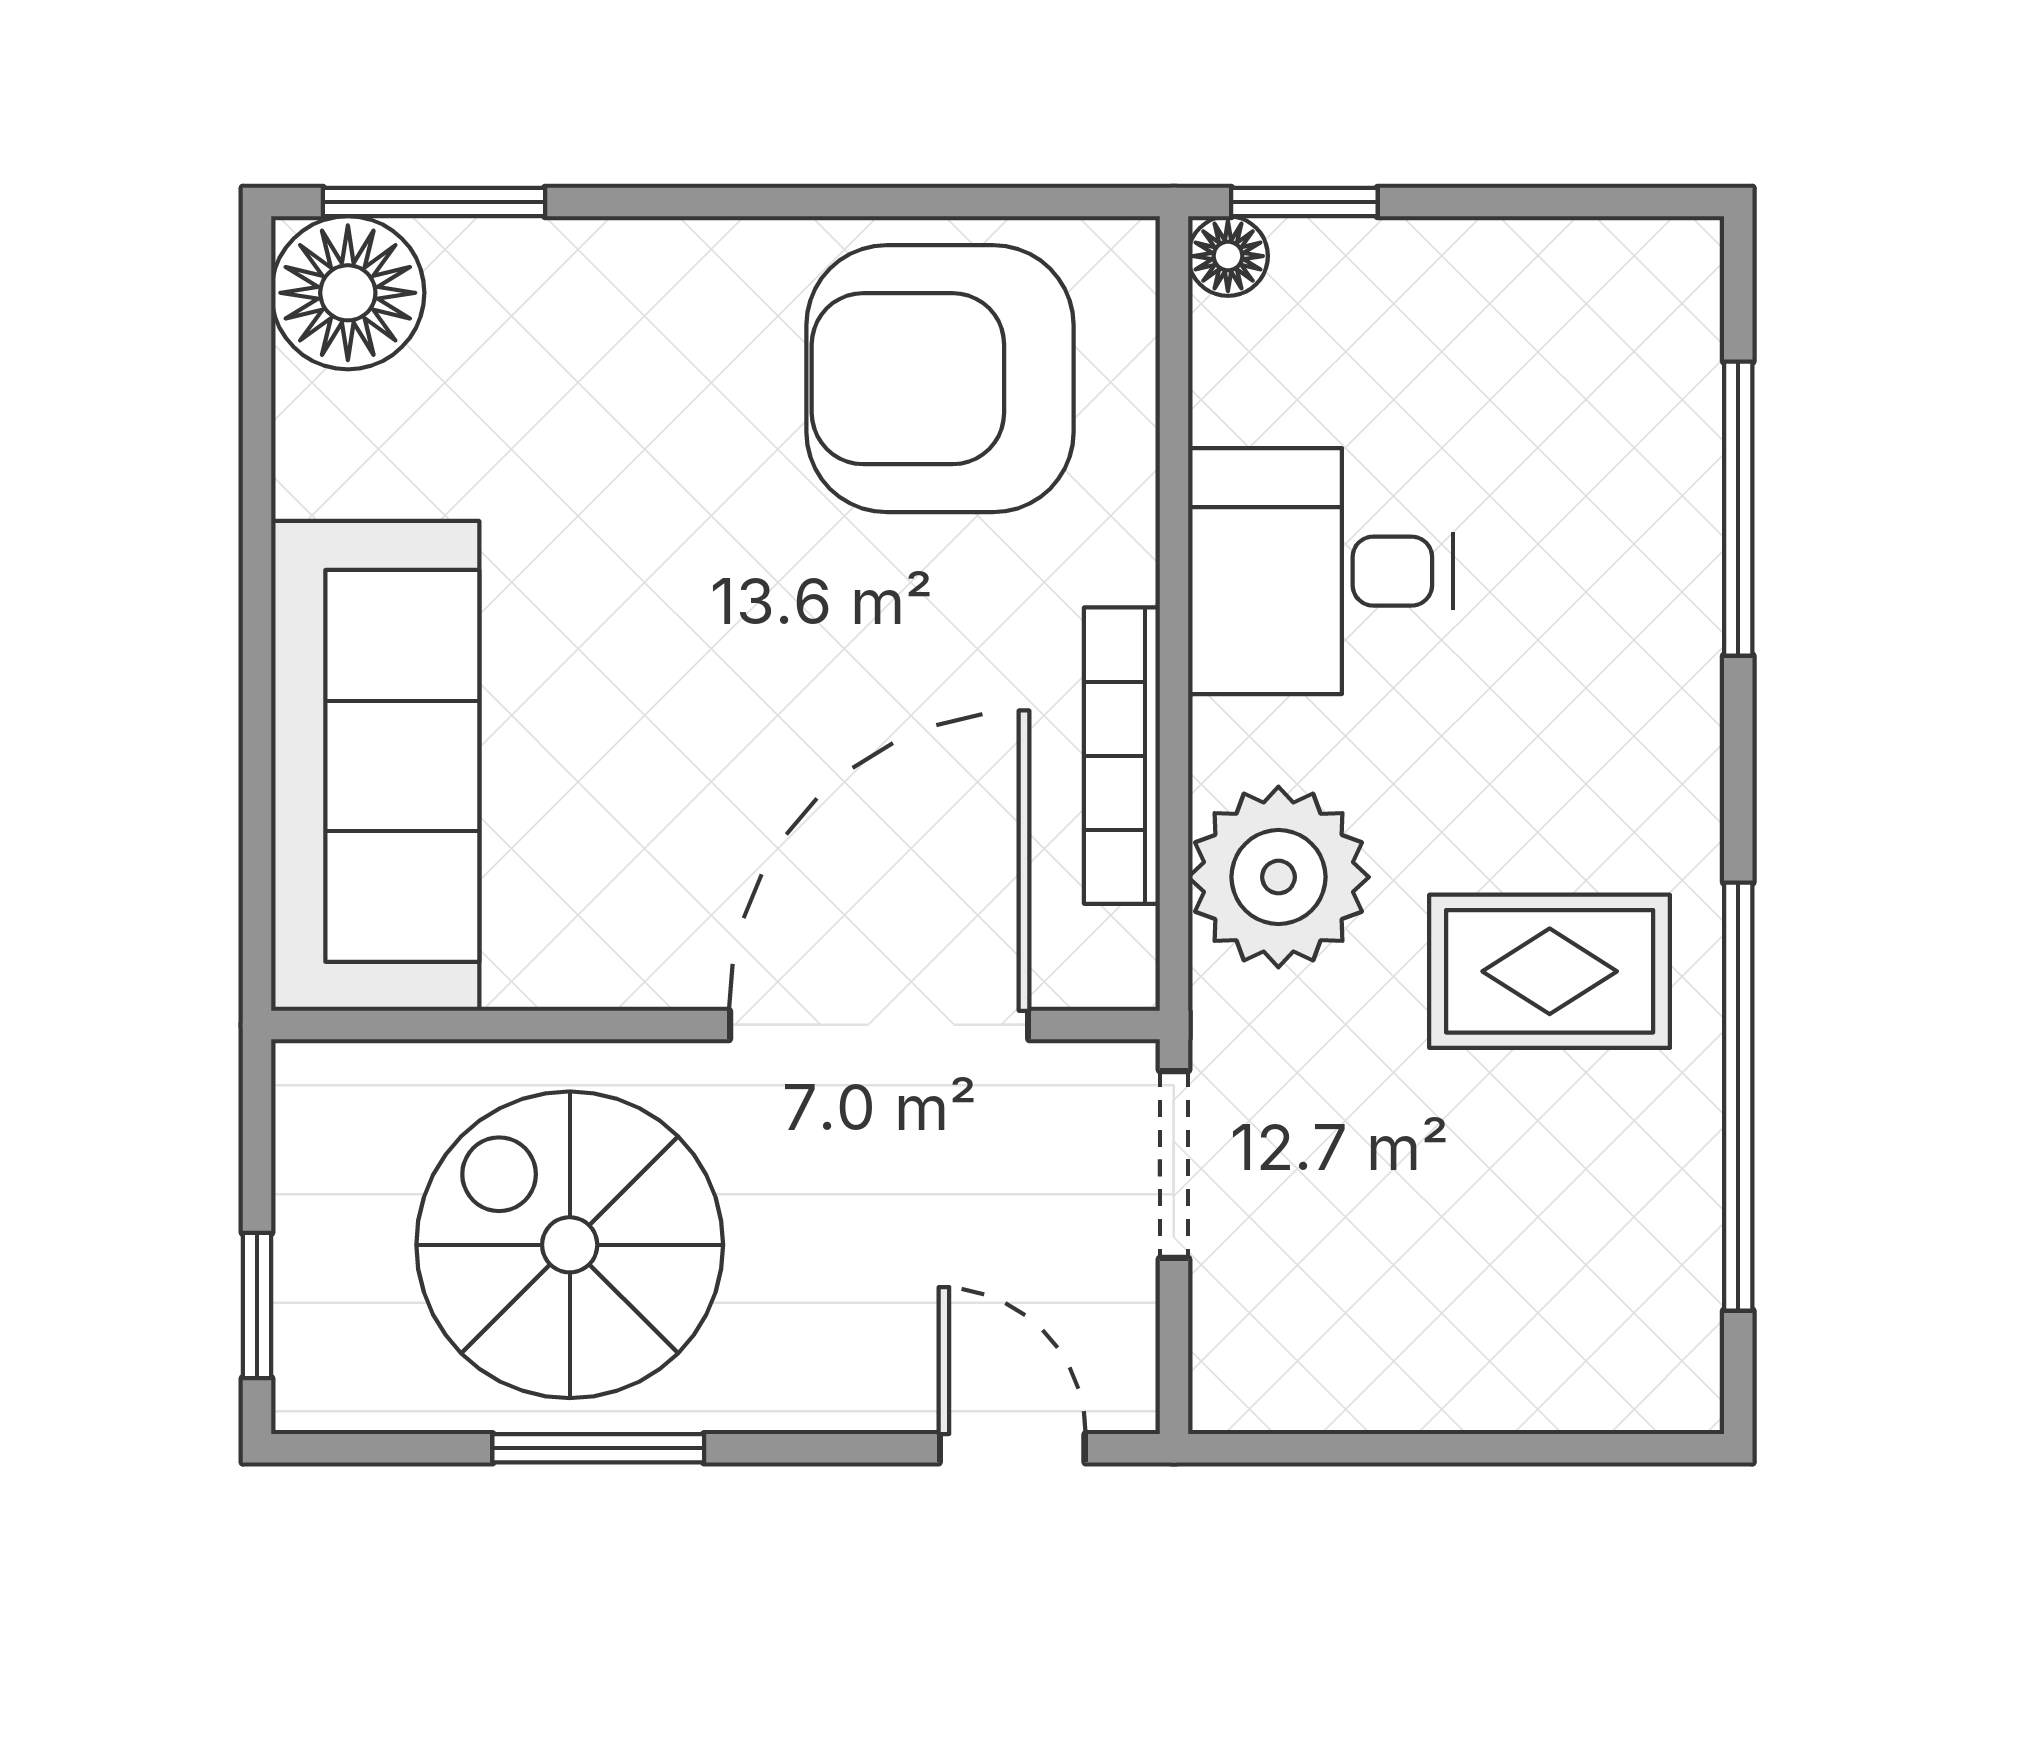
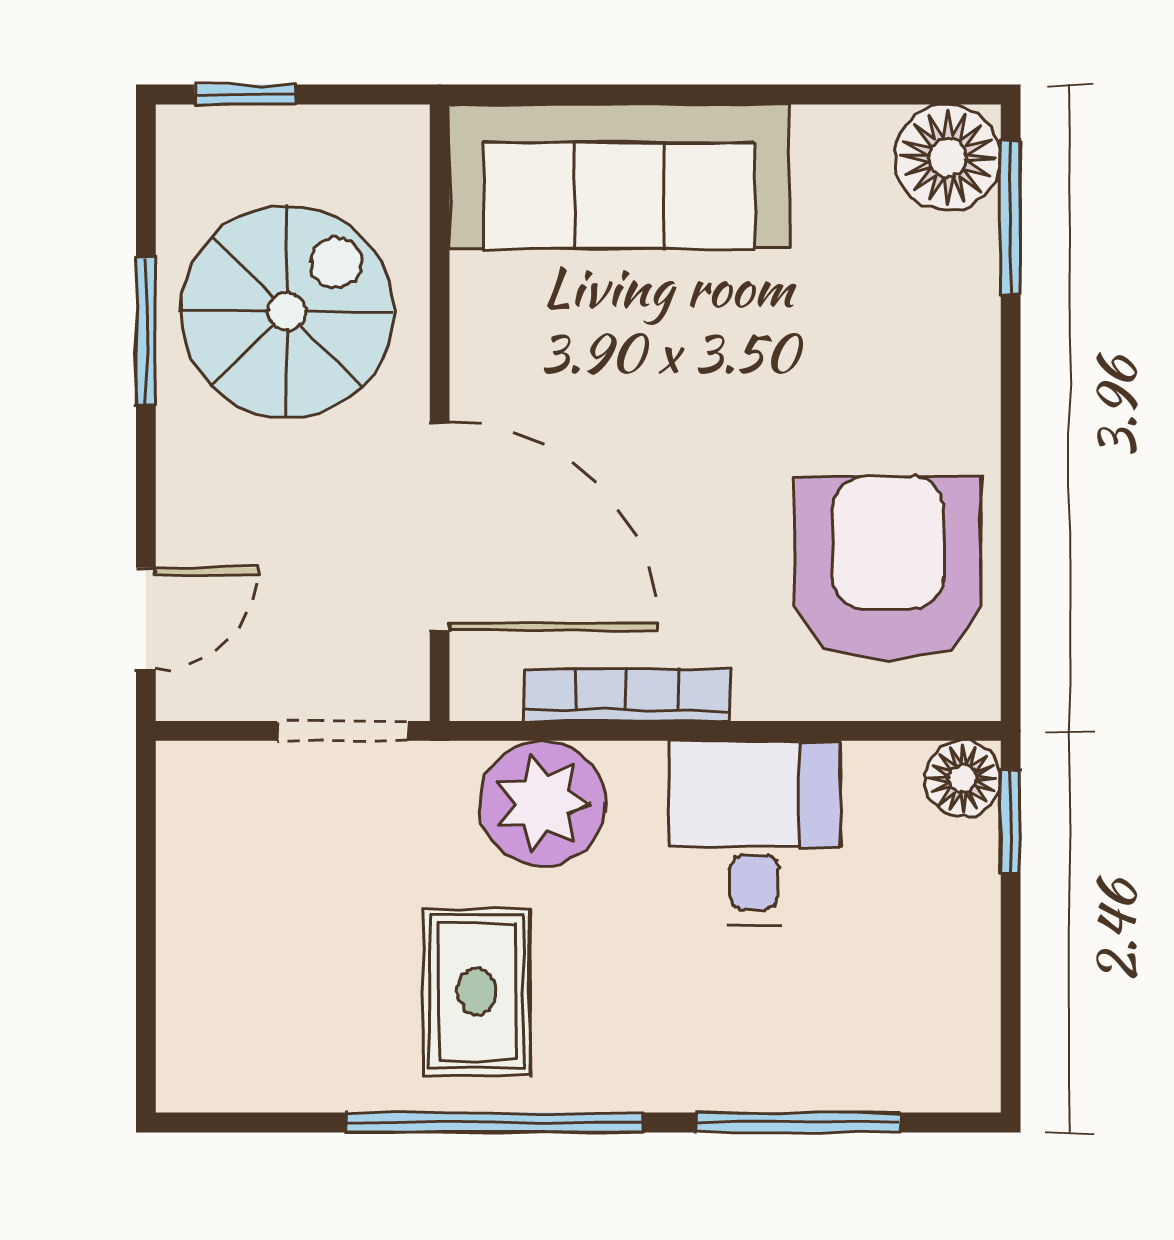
floor lamp: (1228, 256) -> (963, 779), width x1.37, depth x1.37
window: (1738, 1097) -> (495, 1123), moved

